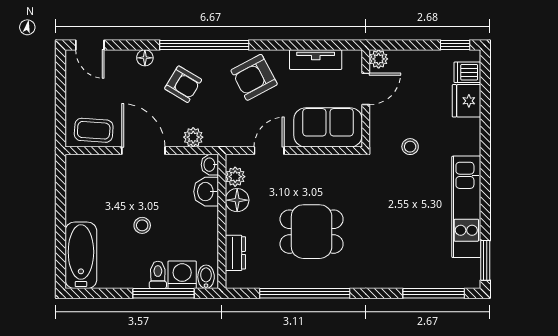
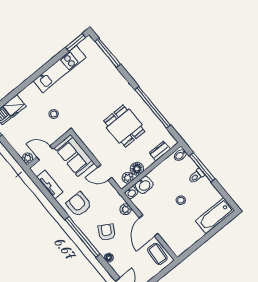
armchair: (254, 77) -> (79, 204), turned -152
washing machine: (182, 275) -> (188, 166), removed

